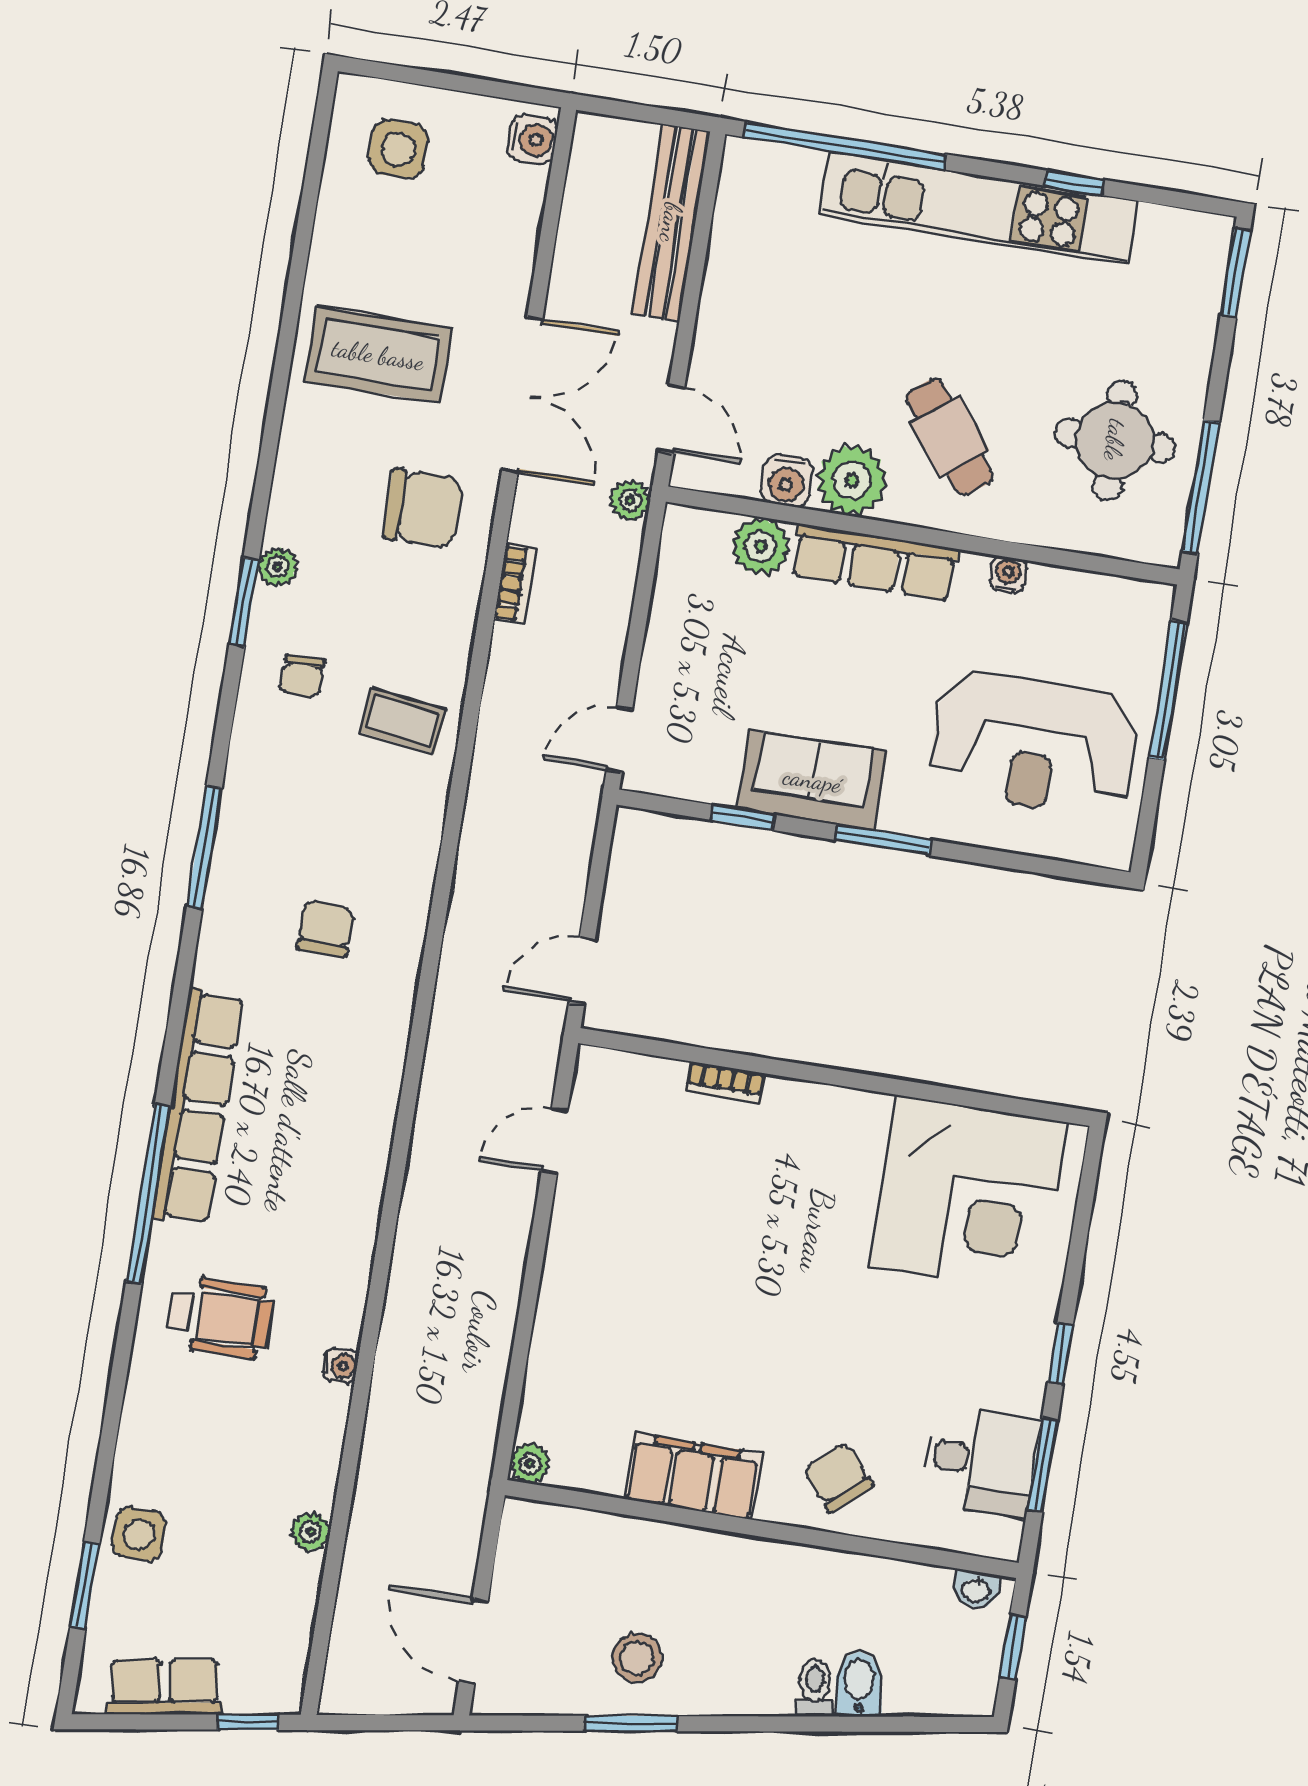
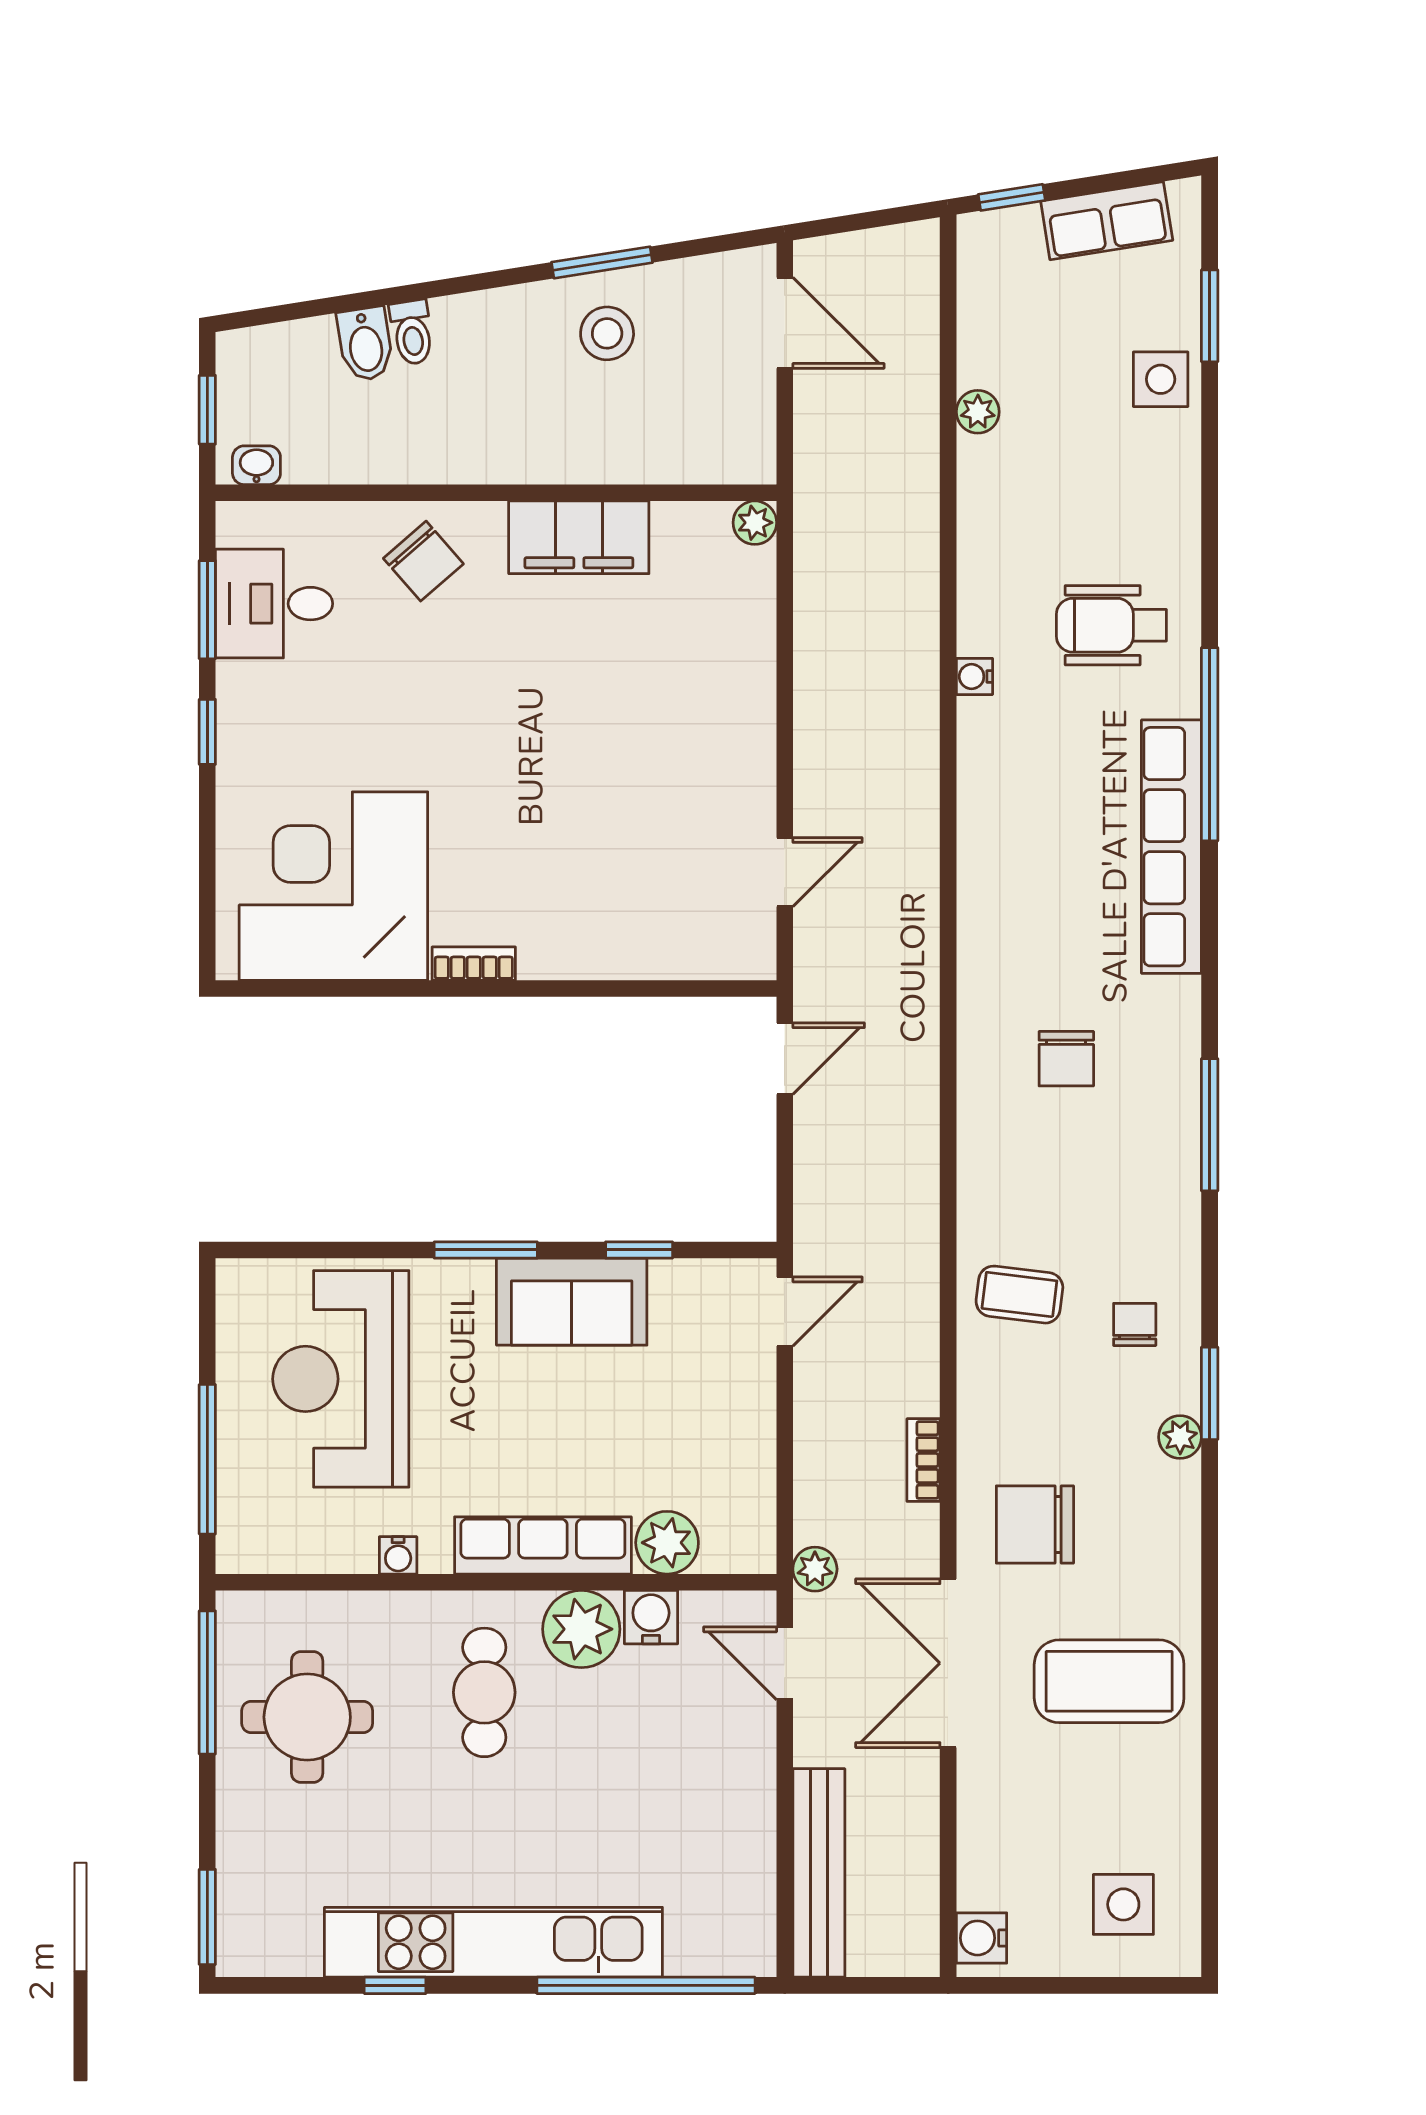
cafe table: (950, 437) -> (484, 1692), turned 38
reception desk: (1034, 744) -> (341, 1379), turned -90
bookcase: (725, 1082) -> (474, 964), moved
water cooler: (340, 1366) -> (974, 676), moved

